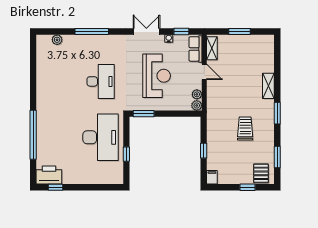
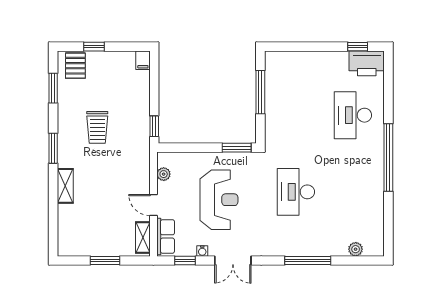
reception desk: (157, 76) -> (219, 200), turned 180
plant: (197, 105) -> (164, 159), removed
window: (33, 135) -> (388, 157), moved
desk: (101, 137) -> (353, 115), moved, width x0.73, depth x0.77
window: (204, 151) -> (154, 126), moved
window: (126, 154) -> (260, 92), width x2.17

